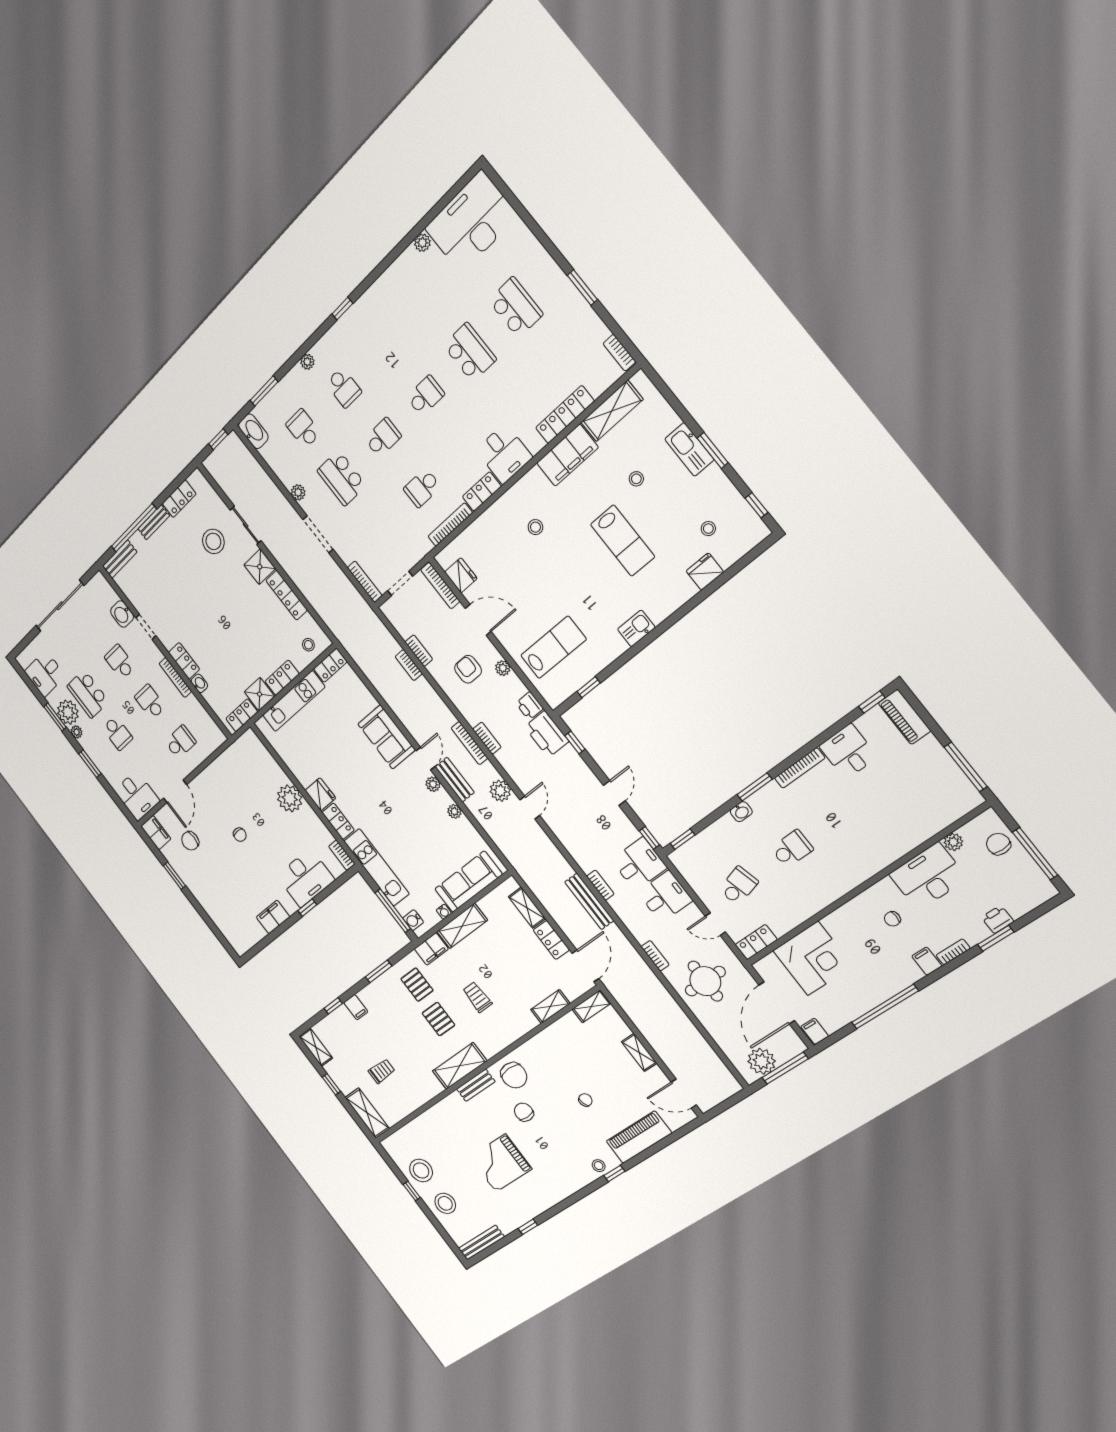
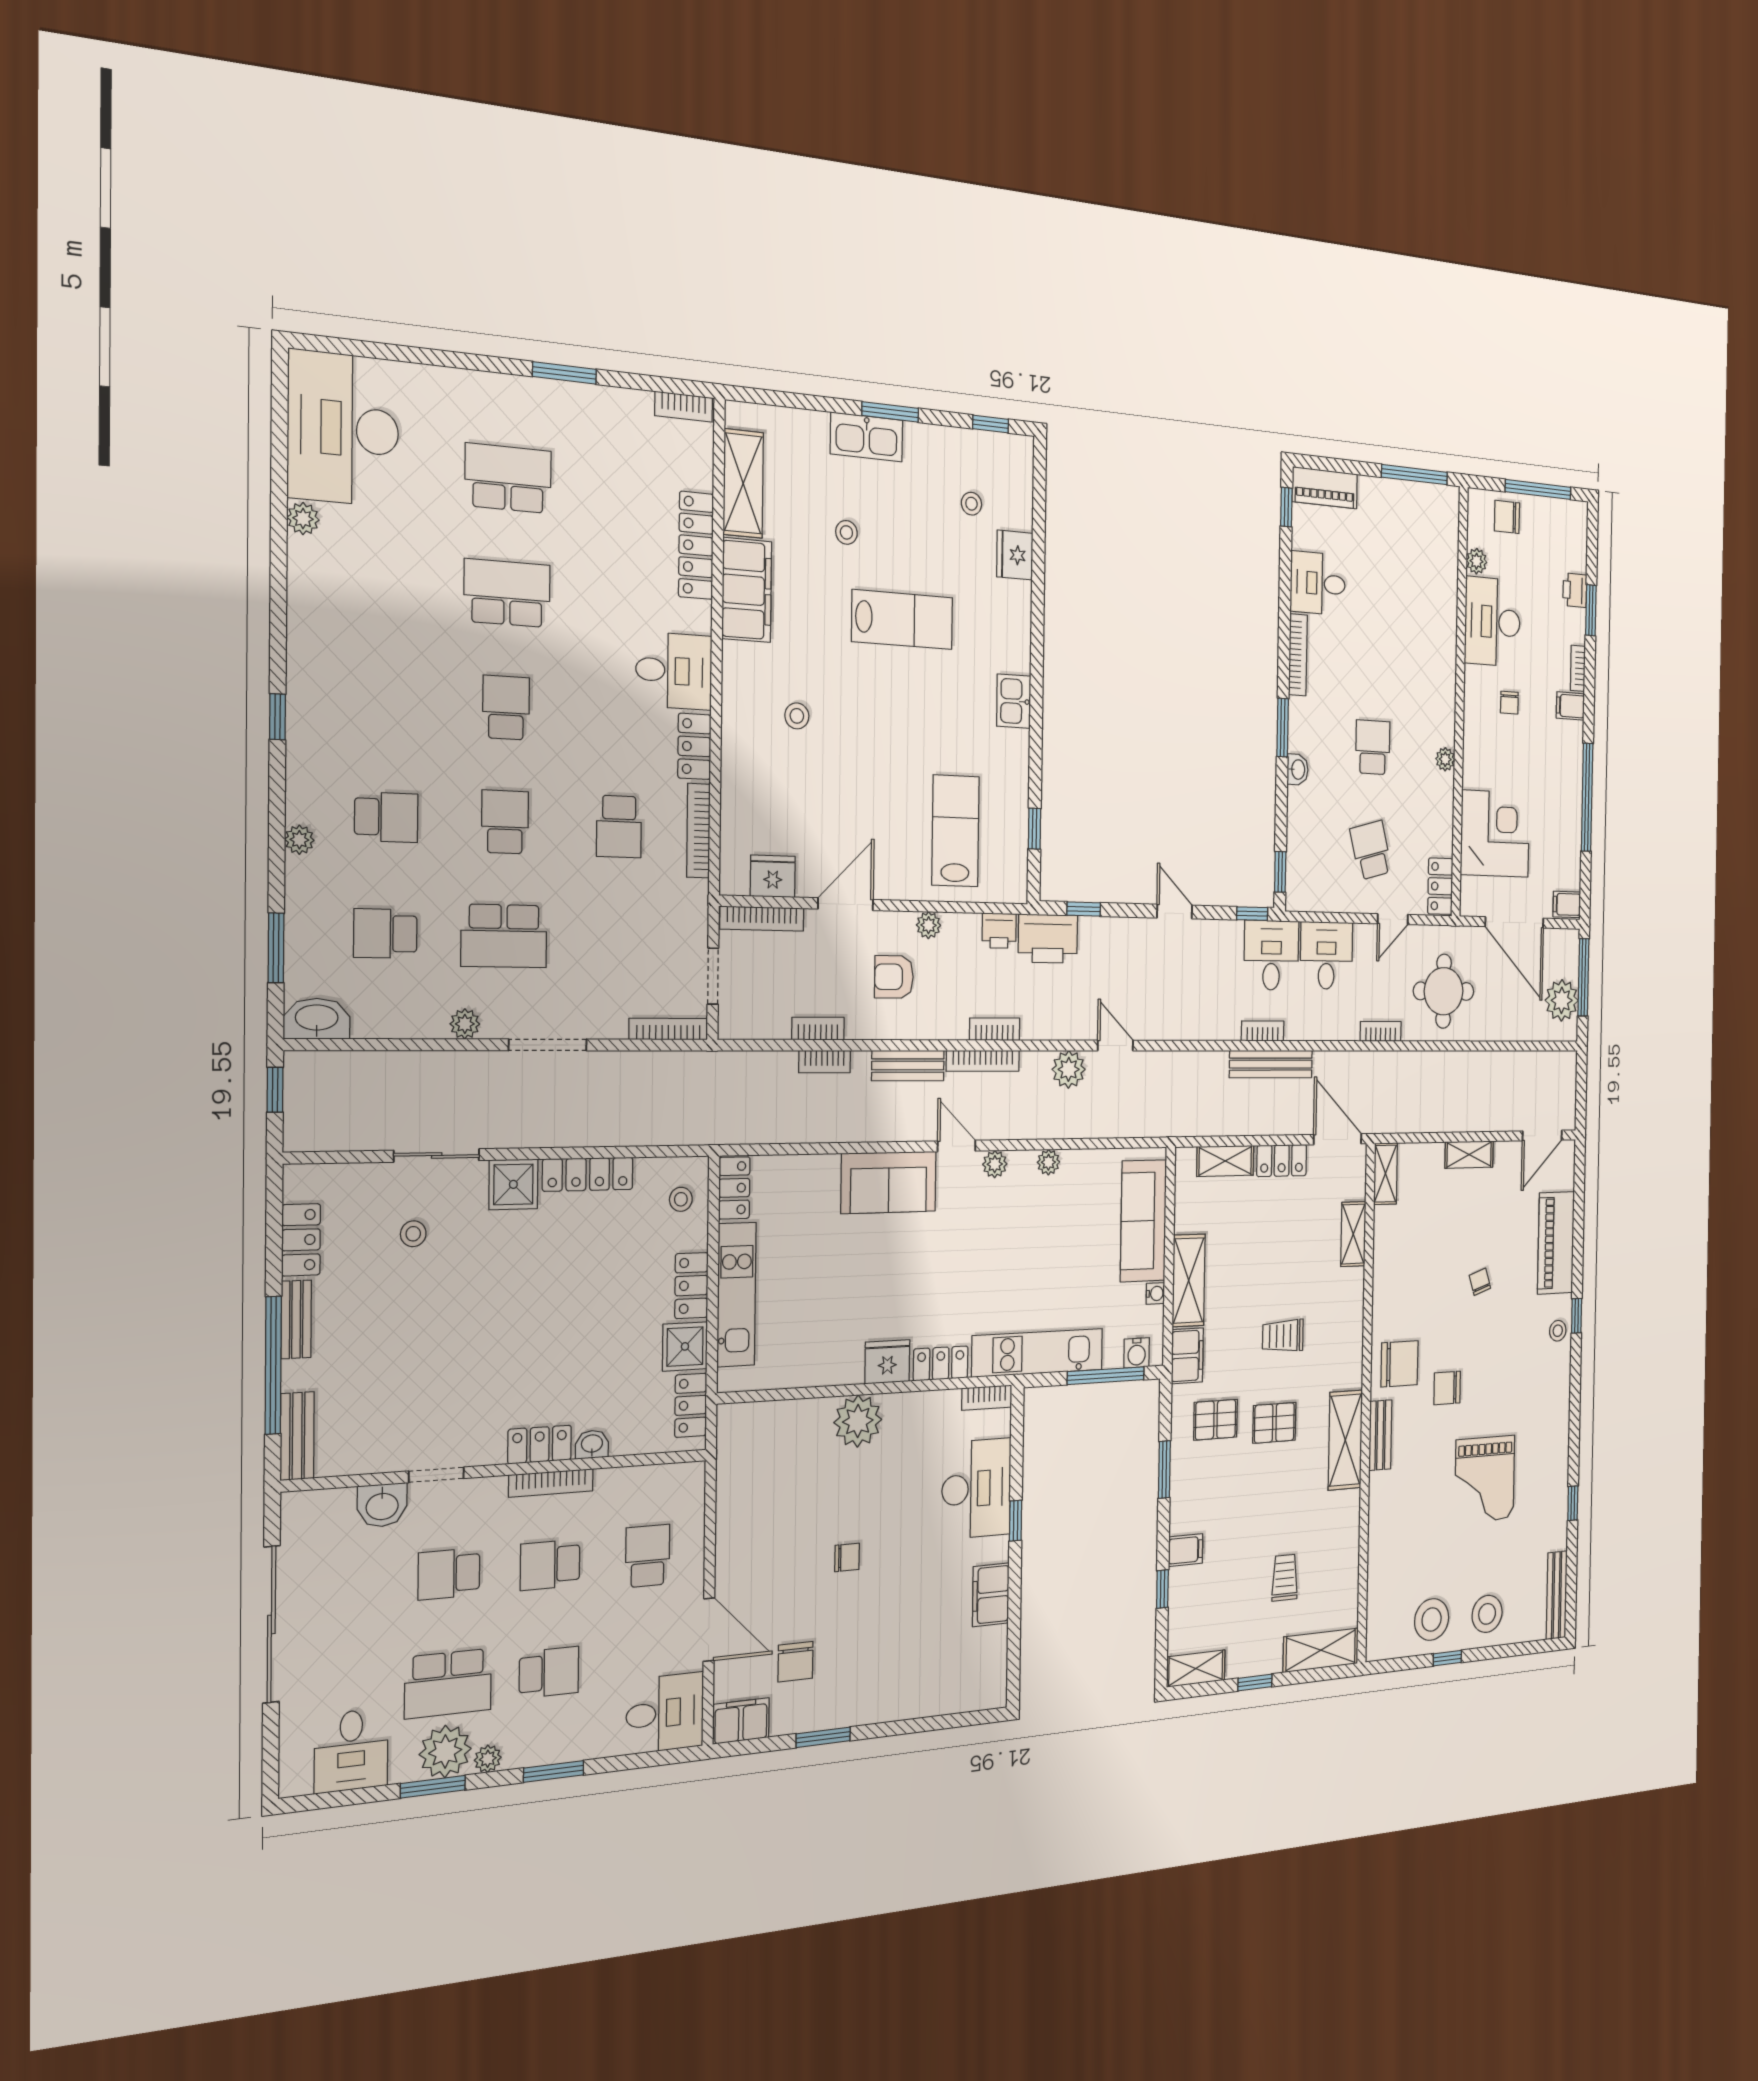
stool: (213, 541) -> (413, 1234), width x0.53, depth x0.53
bench: (455, 780) -> (908, 1066), moved
plant: (825, 899) -> (1445, 759), added

